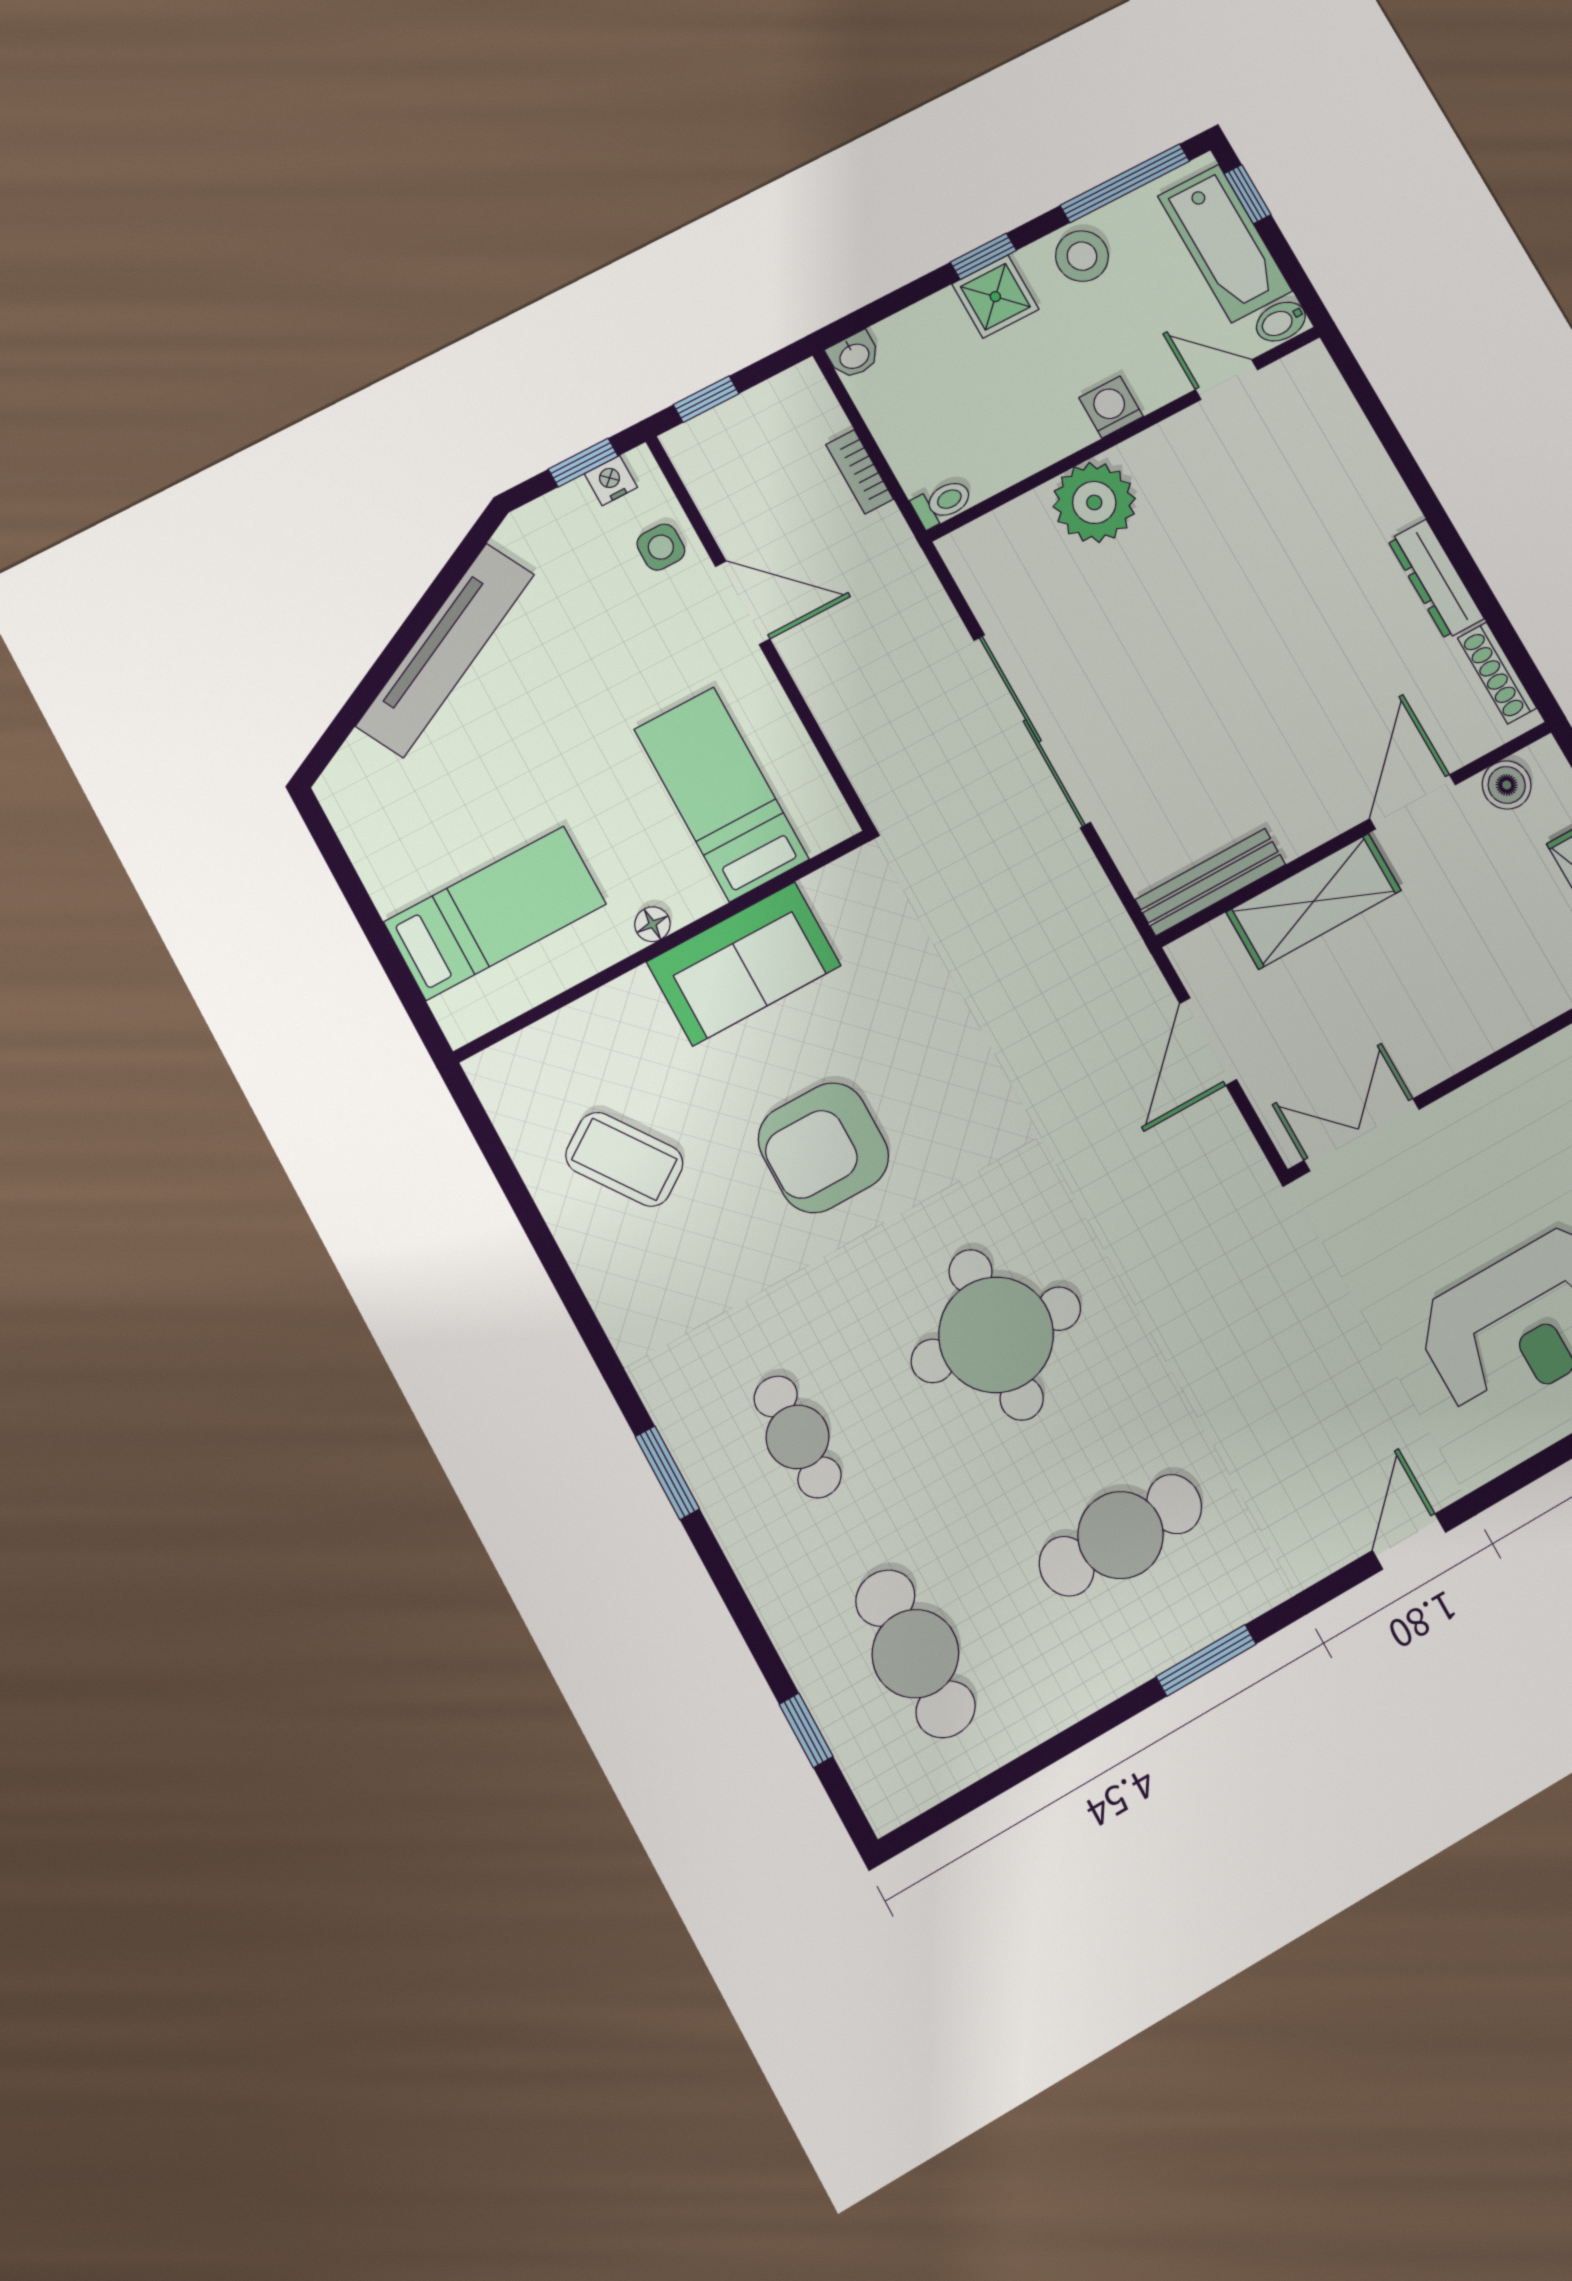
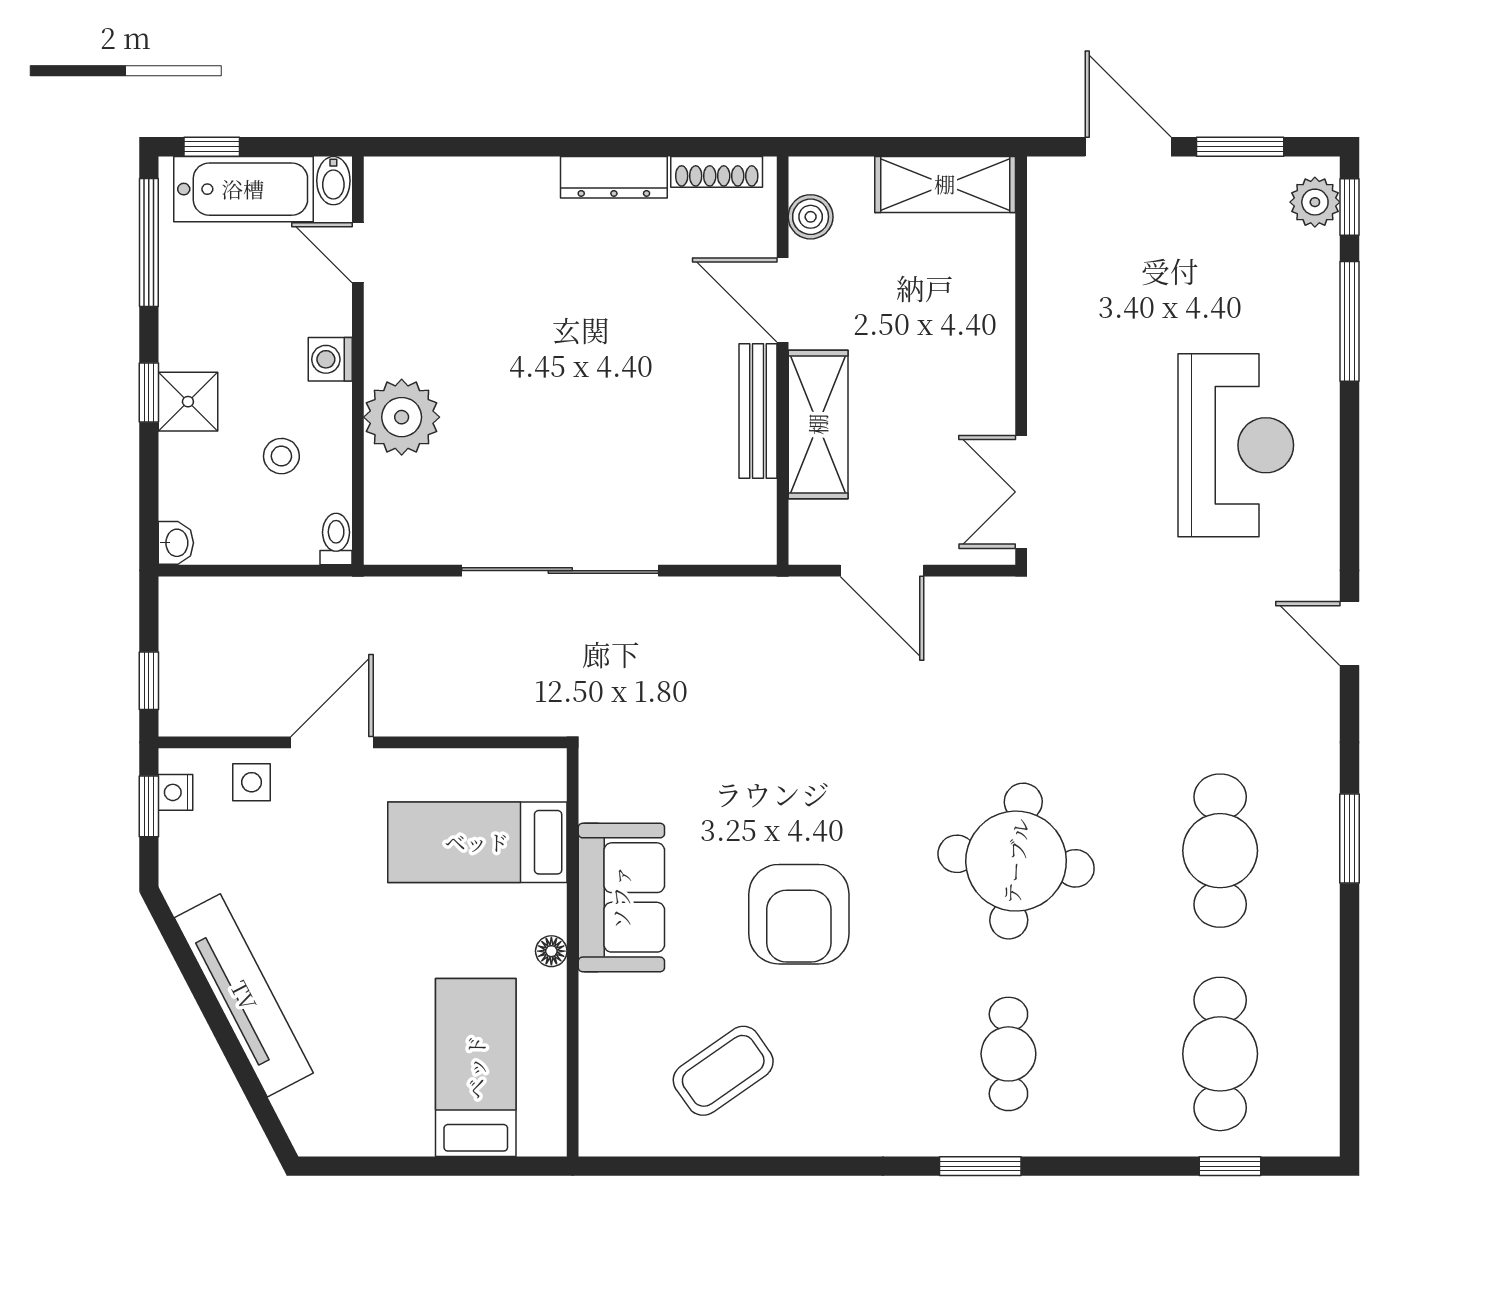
stool: (1082, 256) -> (281, 456), moved, width x0.73, depth x0.73
door: (1226, 380) -> (358, 253), hinge flipped
bookcase: (860, 472) -> (275, 591), removed
bench: (1210, 882) -> (758, 411), moved
cafe table: (798, 1437) -> (1008, 1054), turned 90
cafe table: (915, 1654) -> (1220, 1054), turned 90

